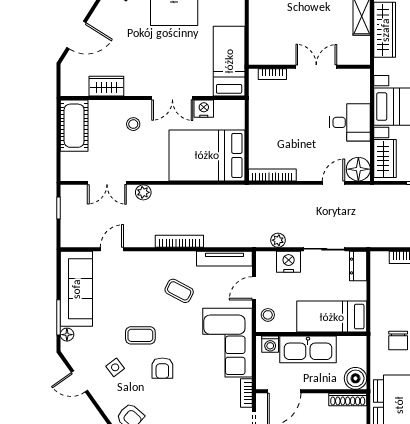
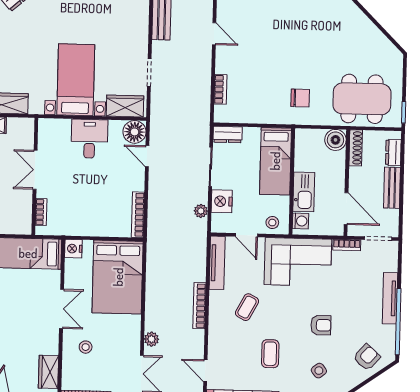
nightstand: (204, 109) -> (73, 249), moved
coffee table: (140, 335) -> (270, 354), moved
kitchen sink: (308, 349) -> (304, 192), width x0.73, depth x0.81

